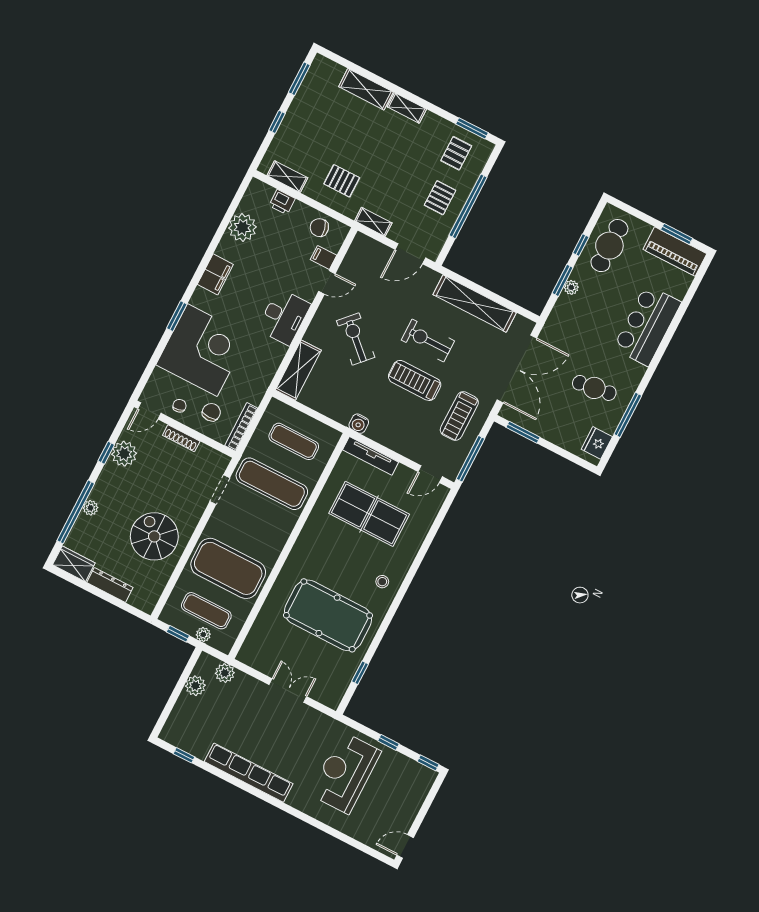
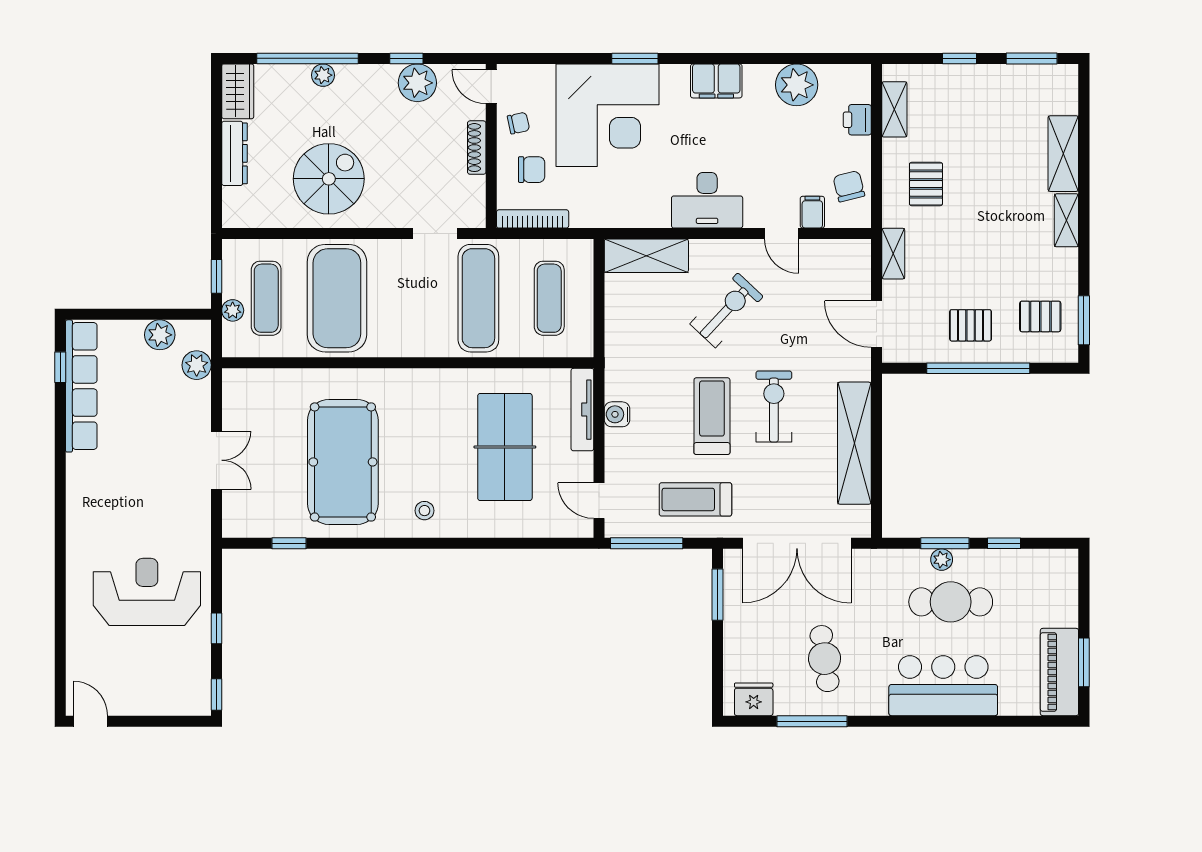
cafe table: (609, 246) -> (951, 602), moved
water cooler: (359, 424) -> (617, 414), moved
row of seats: (249, 773) -> (81, 386), moved

